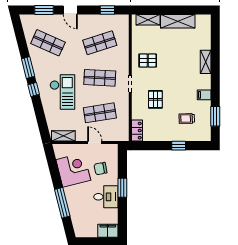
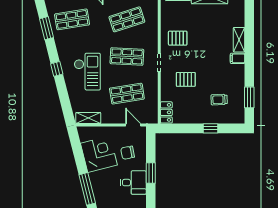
shop shelf: (48, 43) -> (72, 19), turned -33
window: (28, 67) -> (46, 28), moved
filing cabinet: (204, 95) -> (238, 58), moved
pallet: (155, 99) -> (186, 79), turned 90
door: (95, 143) -> (133, 125), moved

